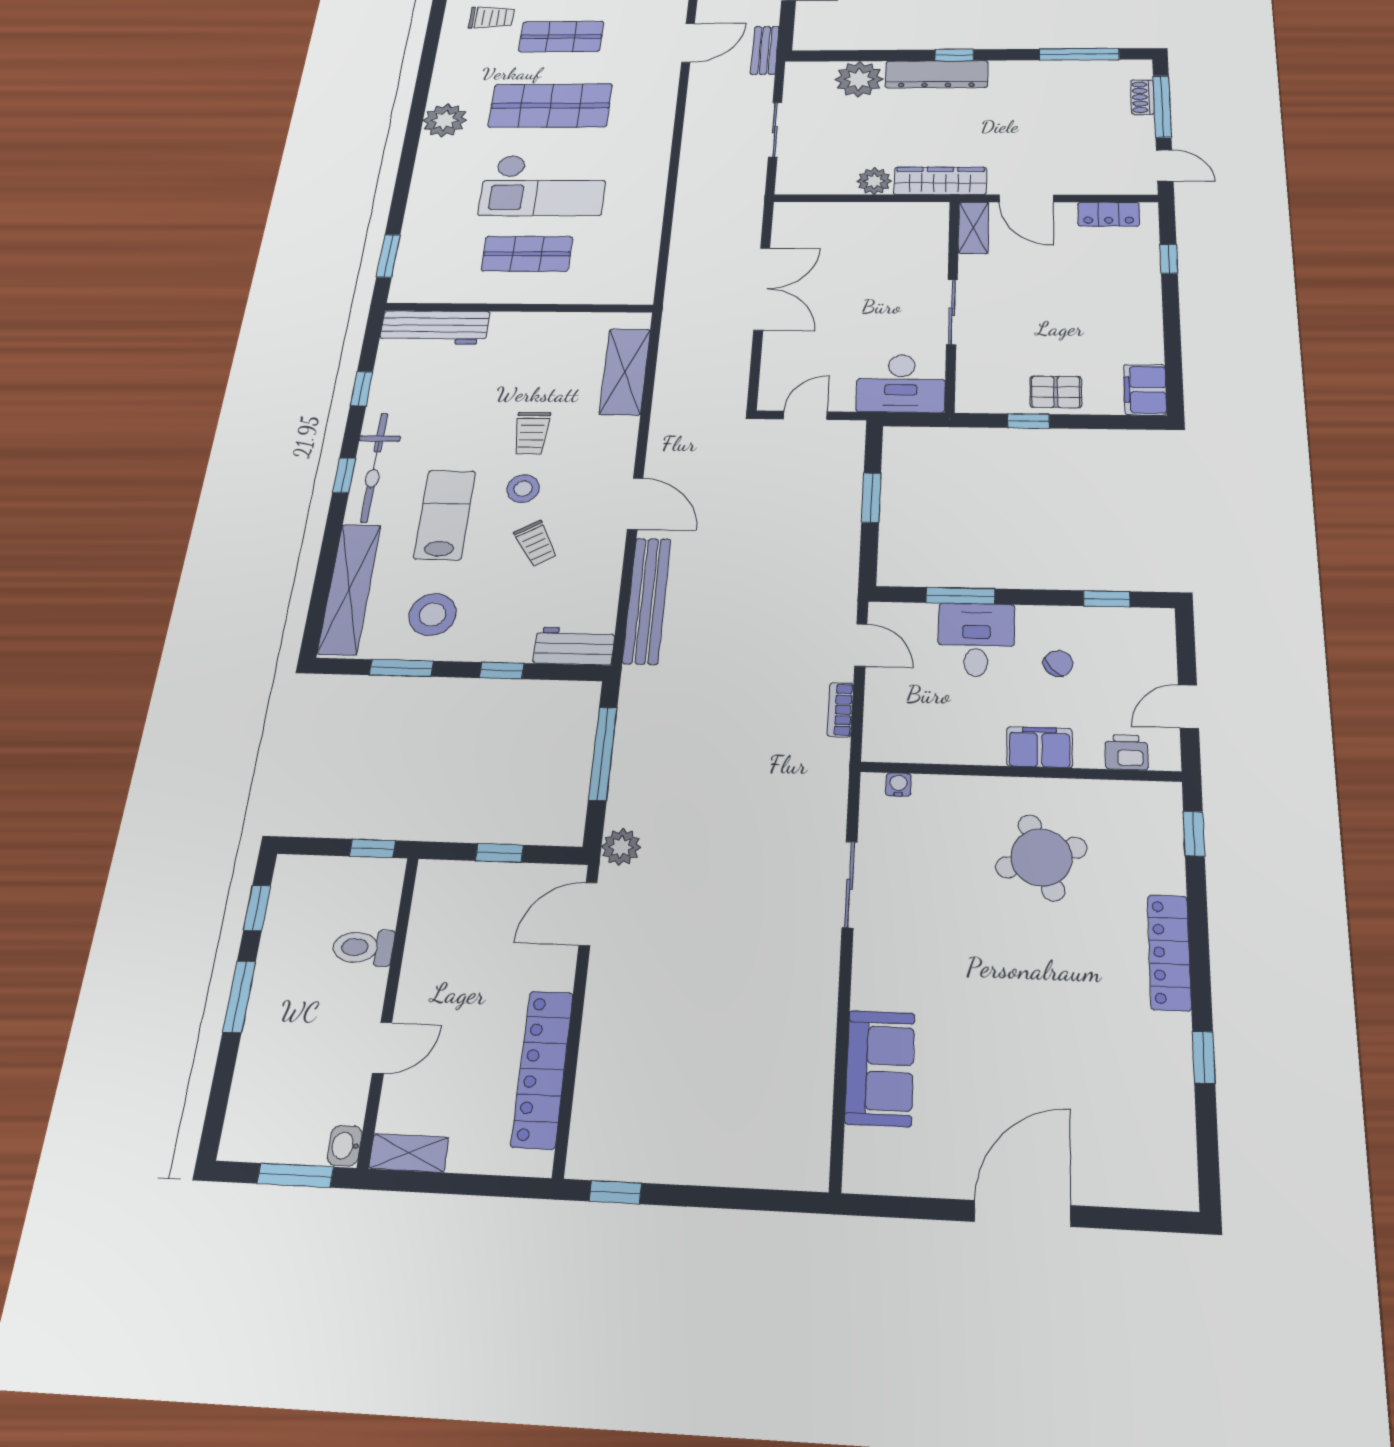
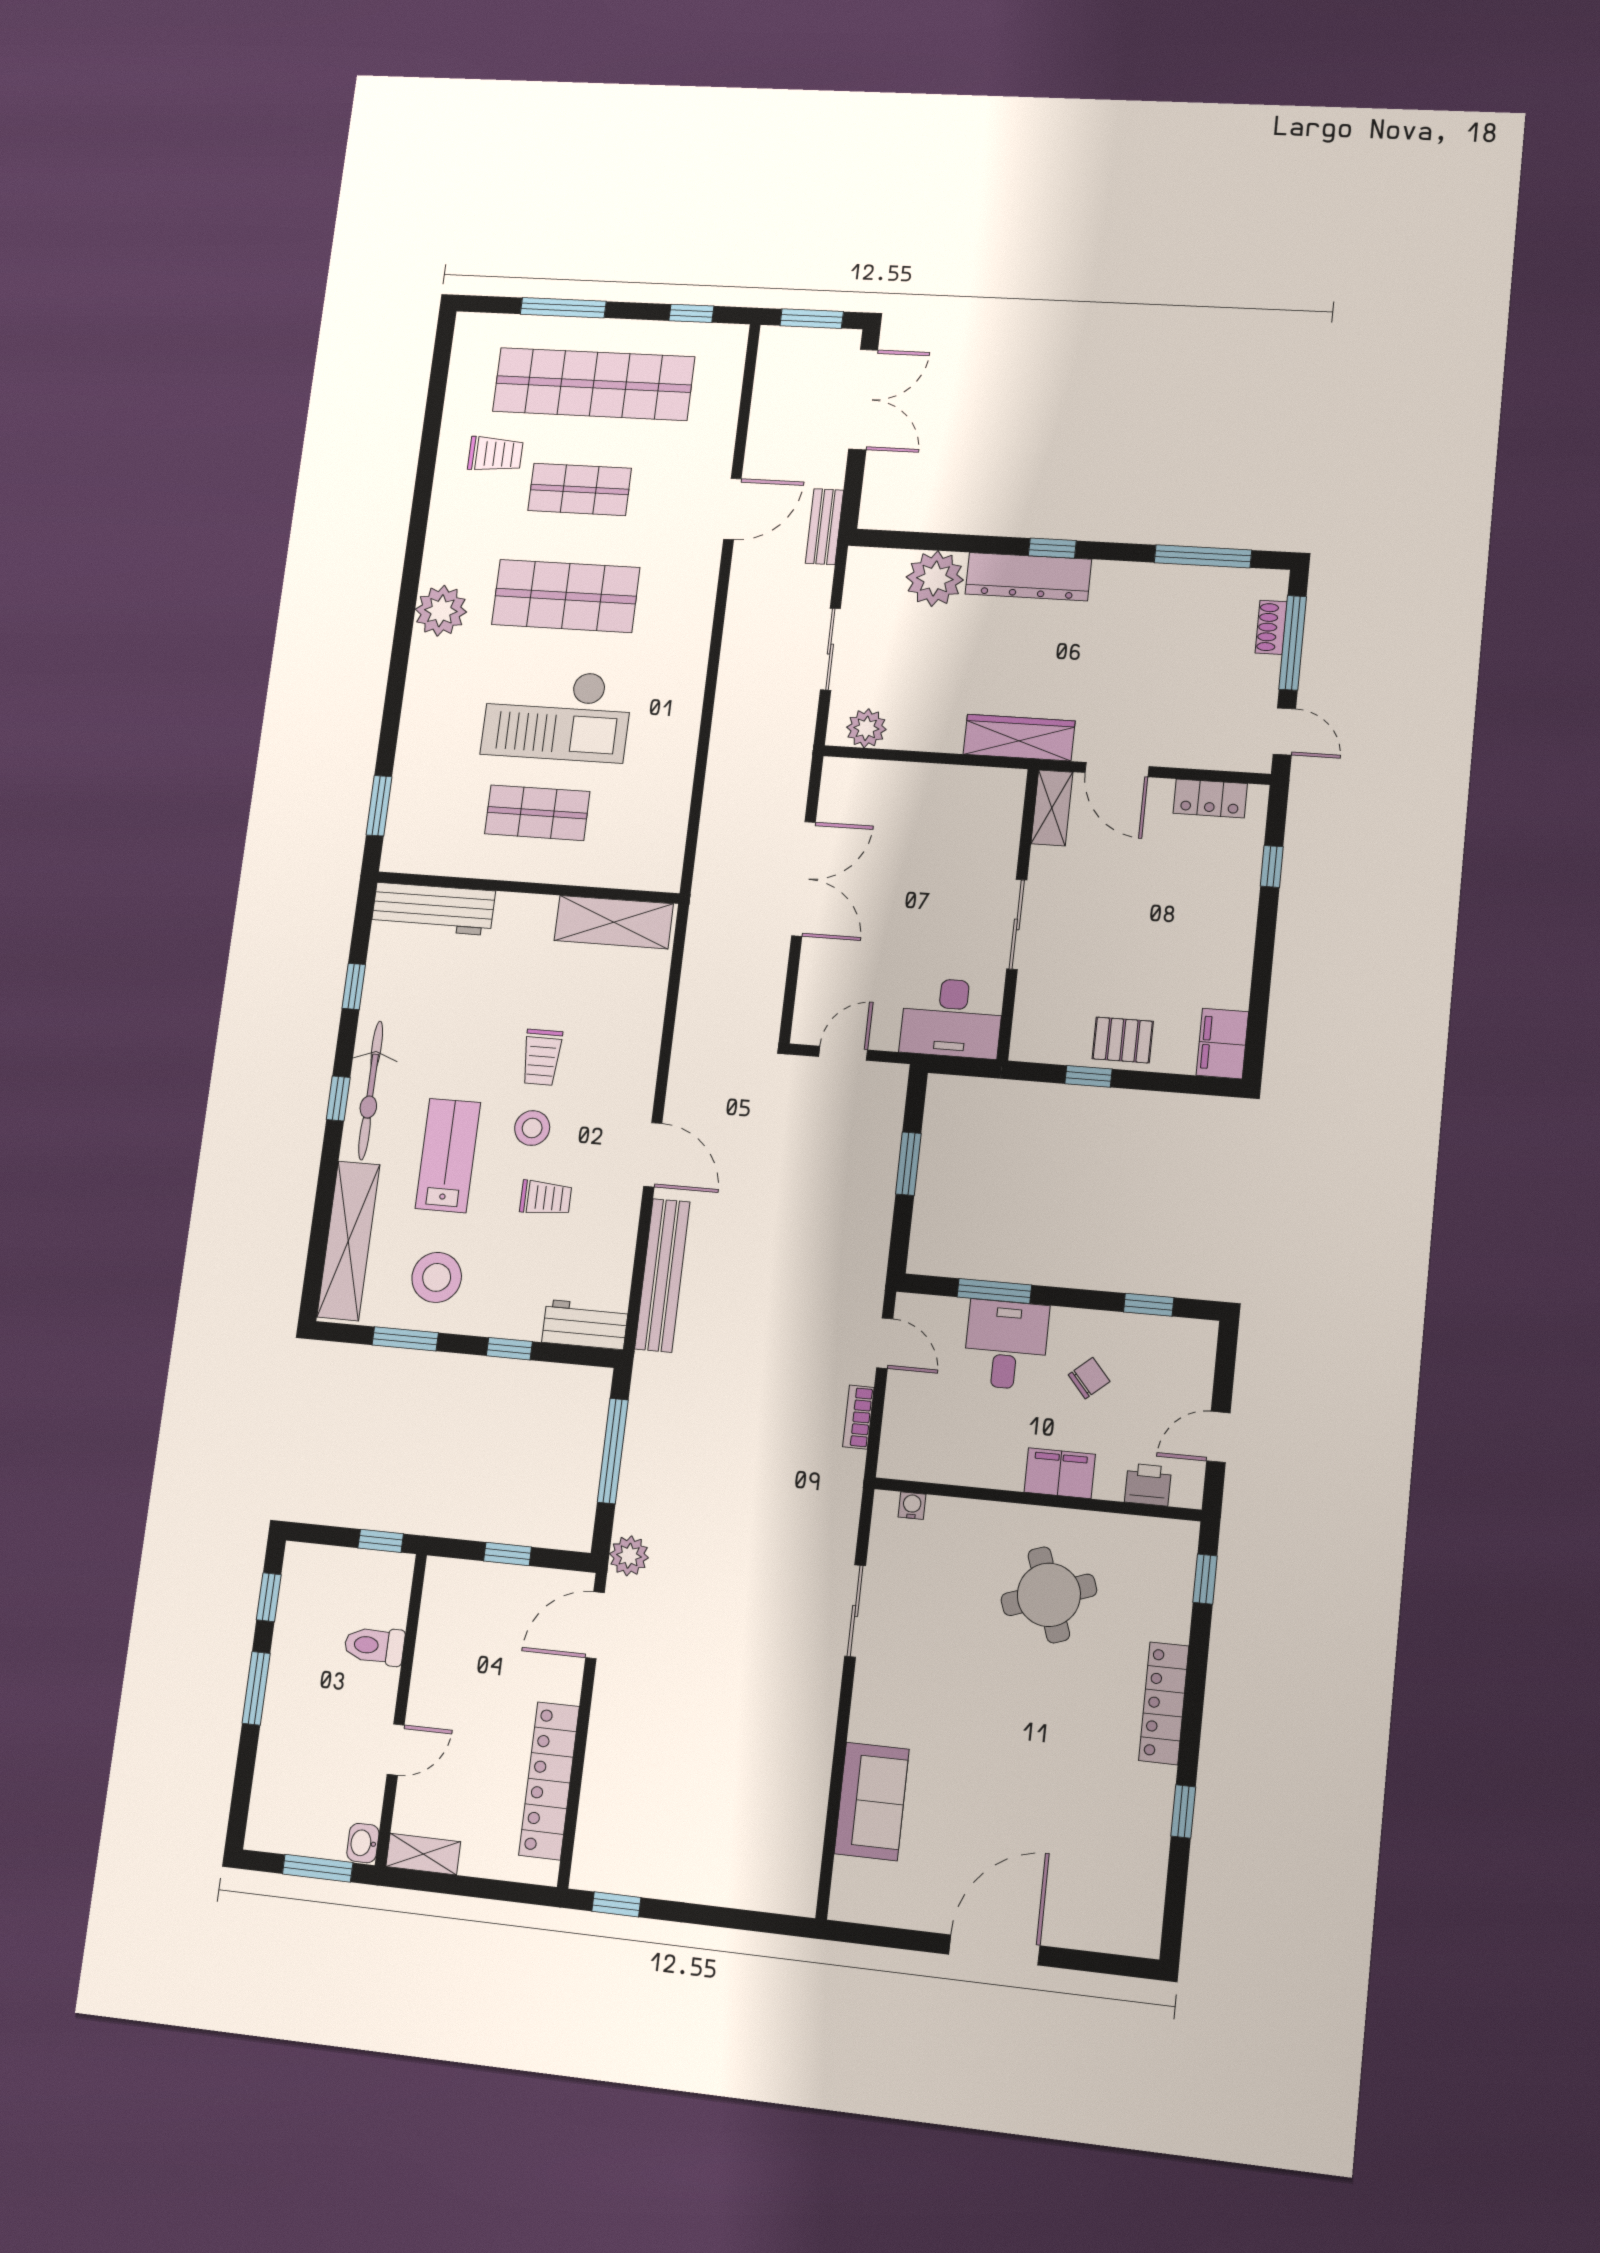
plant: (874, 181) -> (866, 728), moved
shelving: (625, 372) -> (614, 922), moved, turned 90
trolley: (536, 543) -> (546, 1198), turned -60

